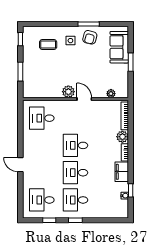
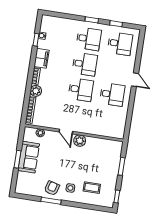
sofa: (119, 47) -> (29, 157), moved
desk: (42, 118) -> (112, 94), moved

